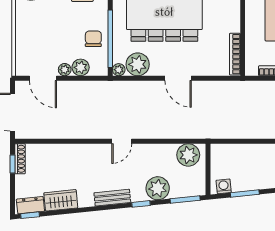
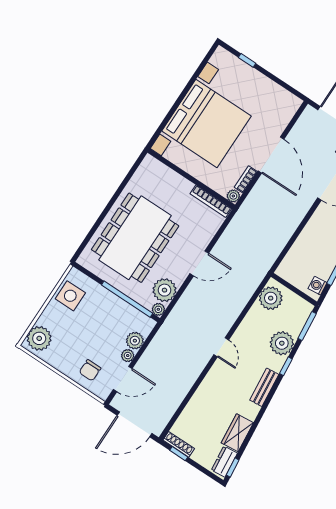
chair: (93, 39) -> (90, 370), moved, turned -90
plant: (251, 70) -> (233, 196), added

